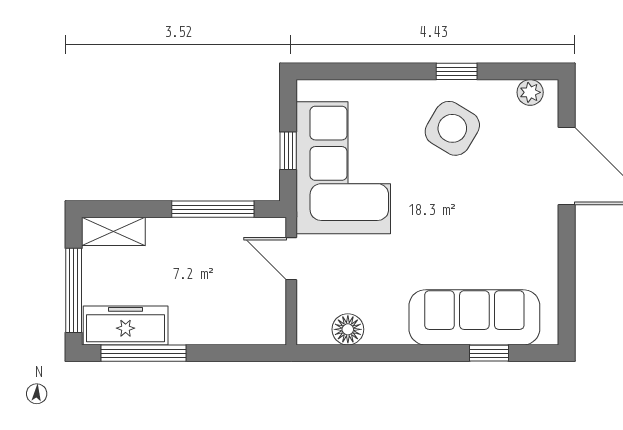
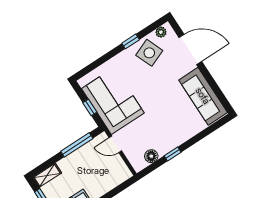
side table: (452, 128) -> (149, 53), moved, turned 37
sofa: (474, 317) -> (203, 96), moved, turned -90
window: (489, 353) -> (173, 154), moved

